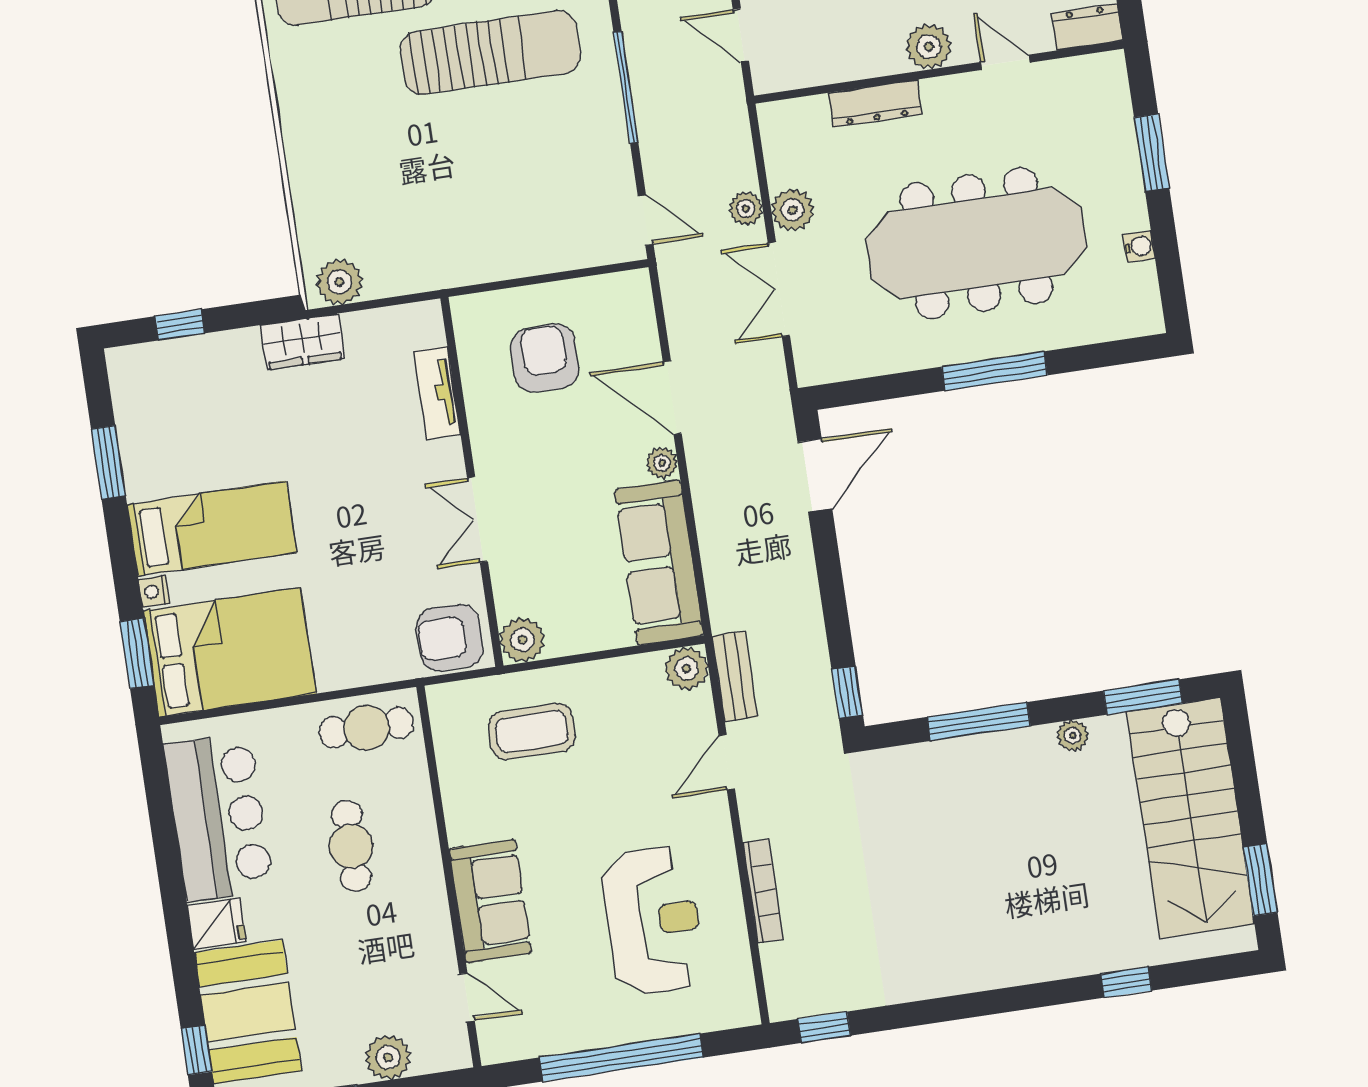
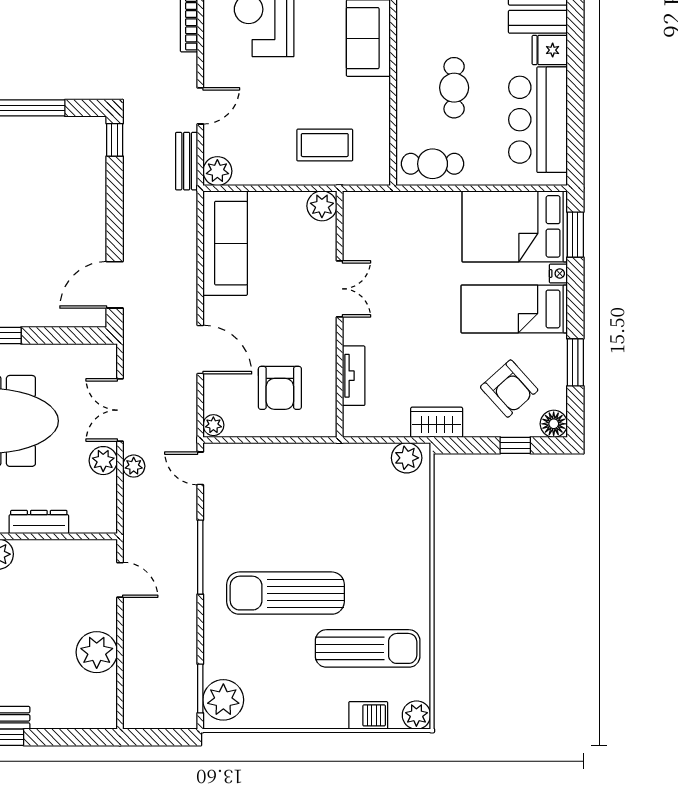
double door: (779, 289) -> (120, 410), swing flipped
floor lamp: (127, 366) -> (554, 424), added
plant: (662, 463) -> (213, 425), moved
armchair: (450, 638) -> (509, 389), moved, turned 48

